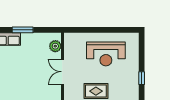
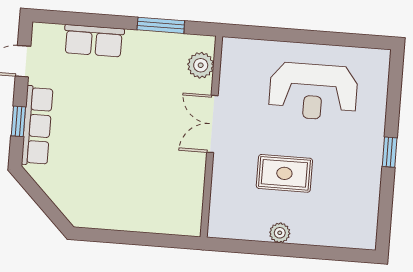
window: (23, 30) -> (161, 25), moved

